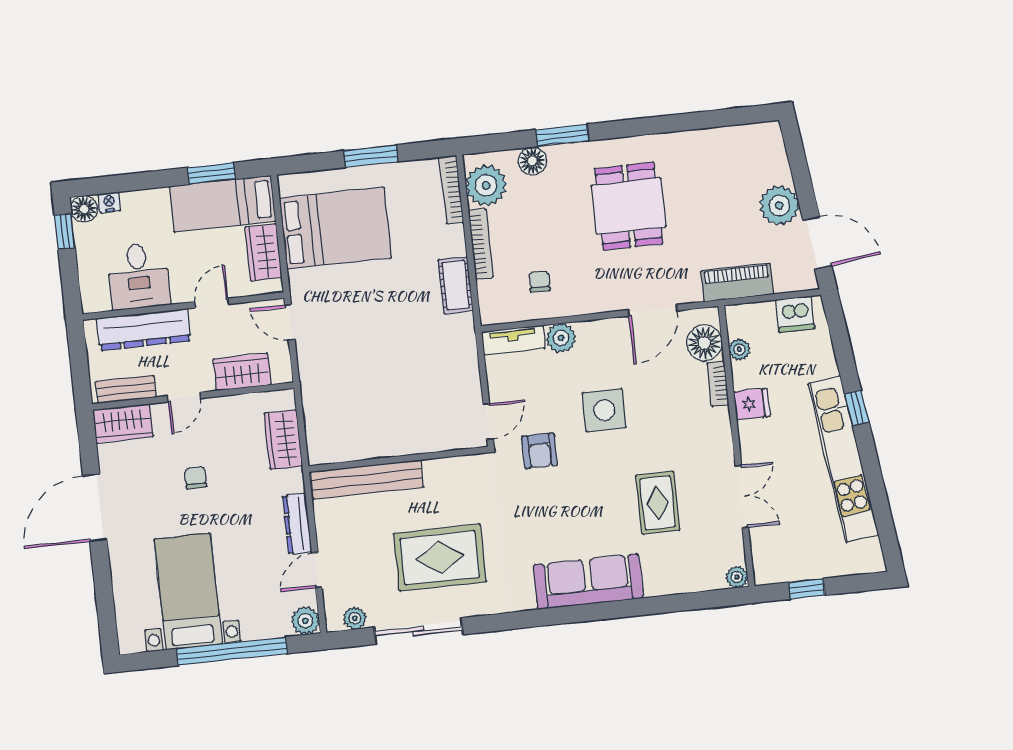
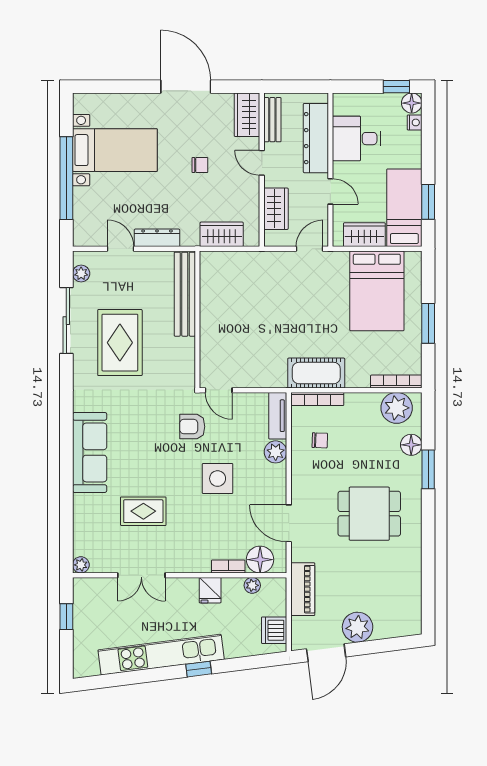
bookcase: (481, 244) -> (317, 399), moved
cot: (456, 285) -> (316, 373), width x1.37, depth x1.34
plant: (305, 621) -> (83, 236), removed

